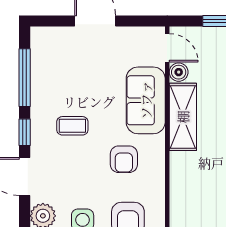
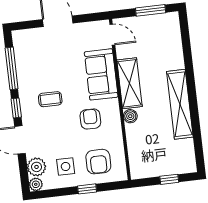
boiler: (179, 72) -> (130, 116), moved
armchair: (124, 159) -> (90, 119), turned 180

